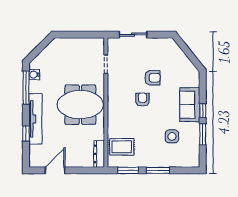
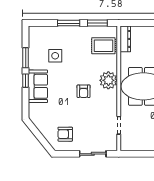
armchair: (153, 78) -> (65, 134), moved
plant: (117, 111) -> (108, 80), added

